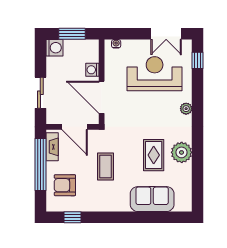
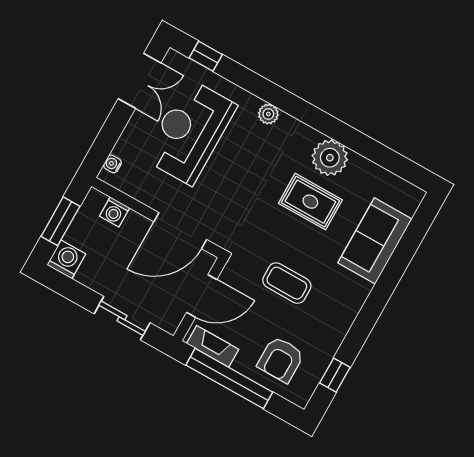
washing machine: (92, 70) -> (115, 212), moved

